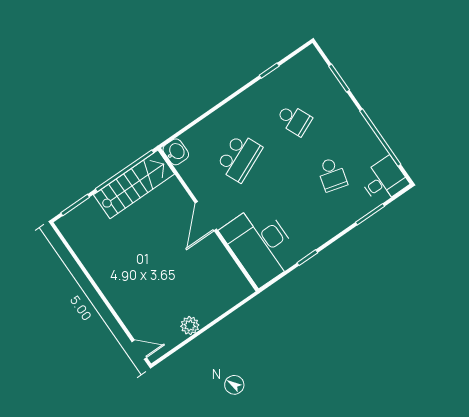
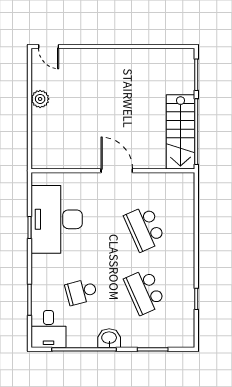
school desk: (294, 120) -> (145, 292), width x1.85
washbasin: (176, 152) -> (109, 338), moved, turned 180
school desk: (332, 174) -> (81, 292), turned -30
desk: (260, 245) -> (57, 219), moved, turned -90
door: (139, 350) -> (49, 47), hinge flipped

